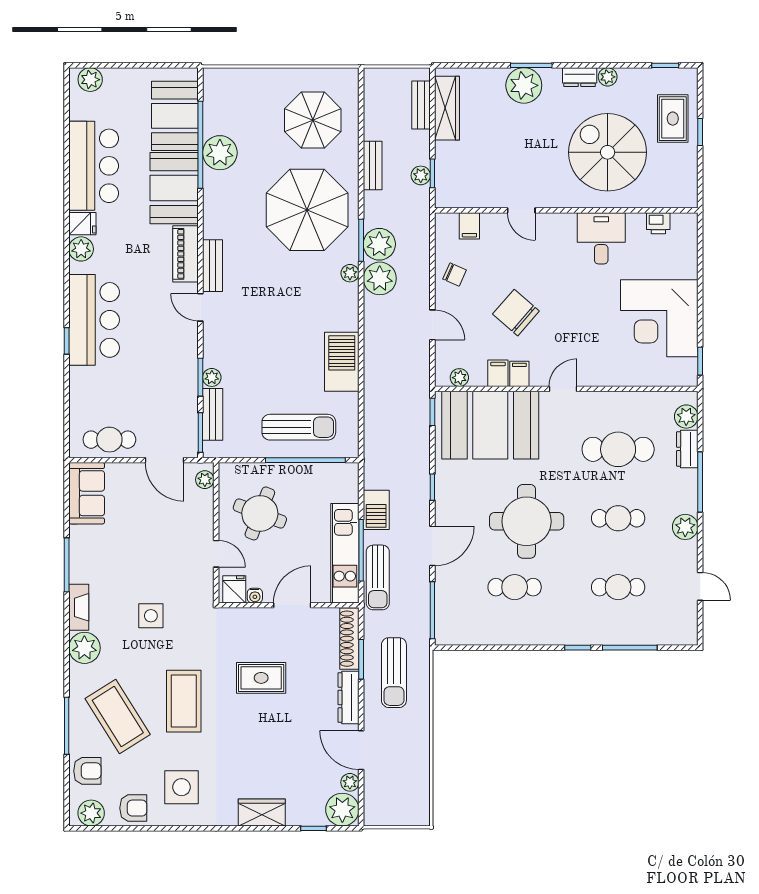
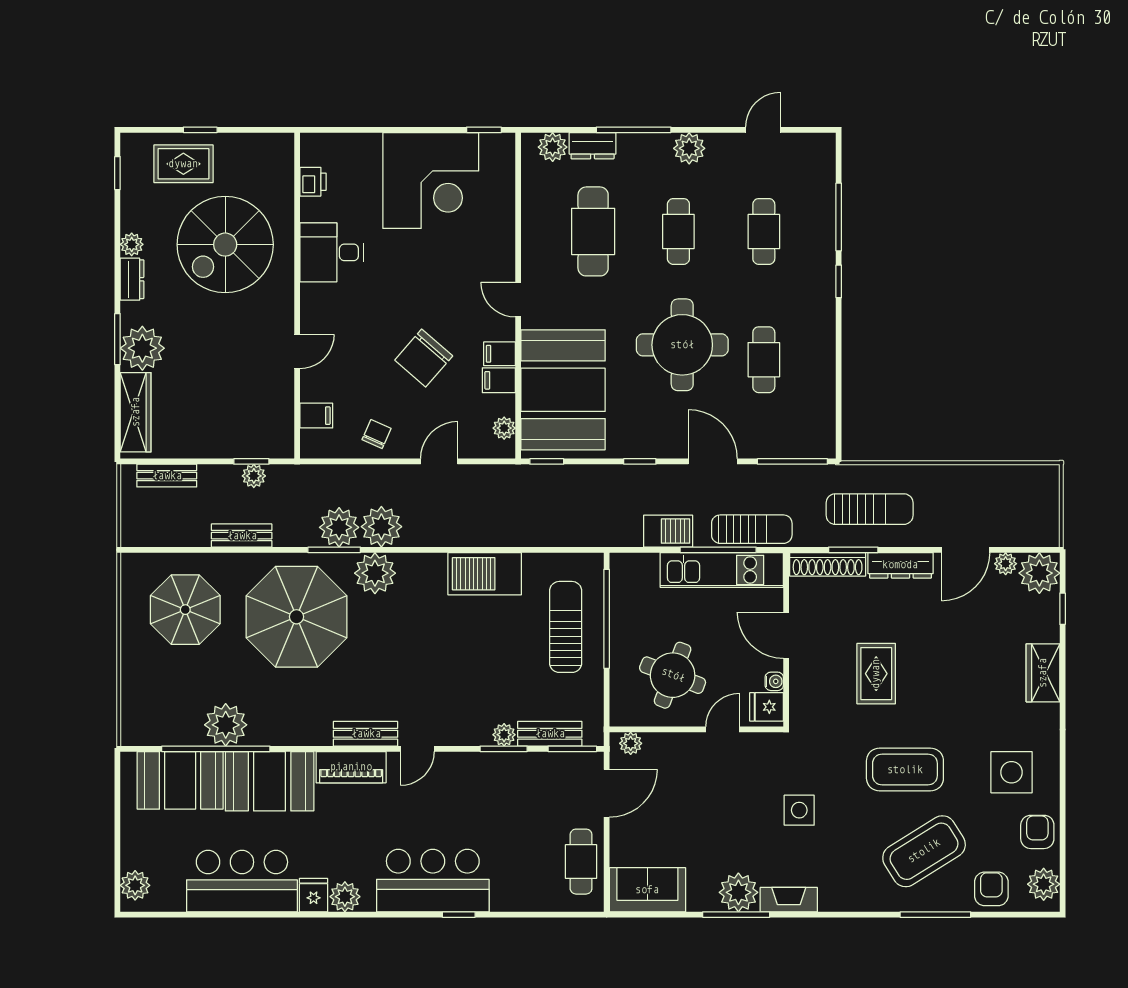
wardrobe: (447, 108) -> (136, 412), moved, turned 90
plant: (350, 273) -> (375, 573), width x1.88, depth x1.88
plant: (84, 648) -> (738, 892), moved

